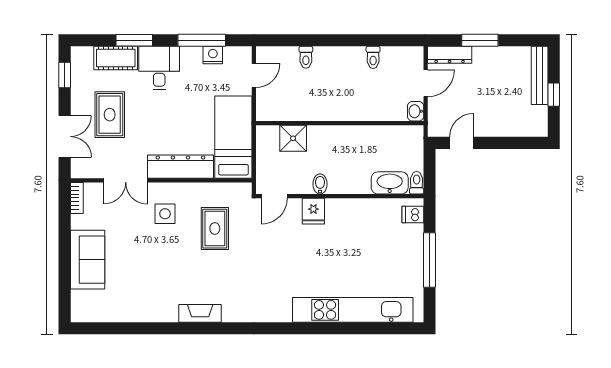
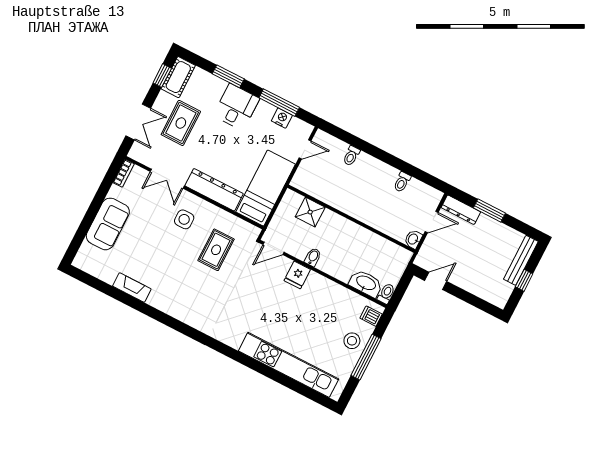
cot: (116, 58) -> (178, 77), moved, turned 90
stool: (406, 251) -> (352, 341), added
fireplace: (200, 313) -> (132, 288), moved

